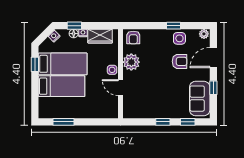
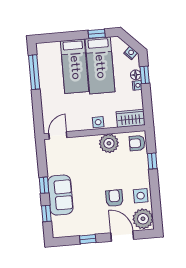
window: (173, 26) -> (152, 161), moved
plant: (204, 34) -> (143, 219), width x1.87, depth x1.87
wardrobe: (100, 36) -> (131, 118), moved, turned 90
armchair: (180, 61) -> (114, 198), turned 180
door: (121, 88) -> (58, 135), moved
sofa: (200, 99) -> (60, 195), moved, turned 90
window: (64, 122) -> (34, 72), width x1.44

